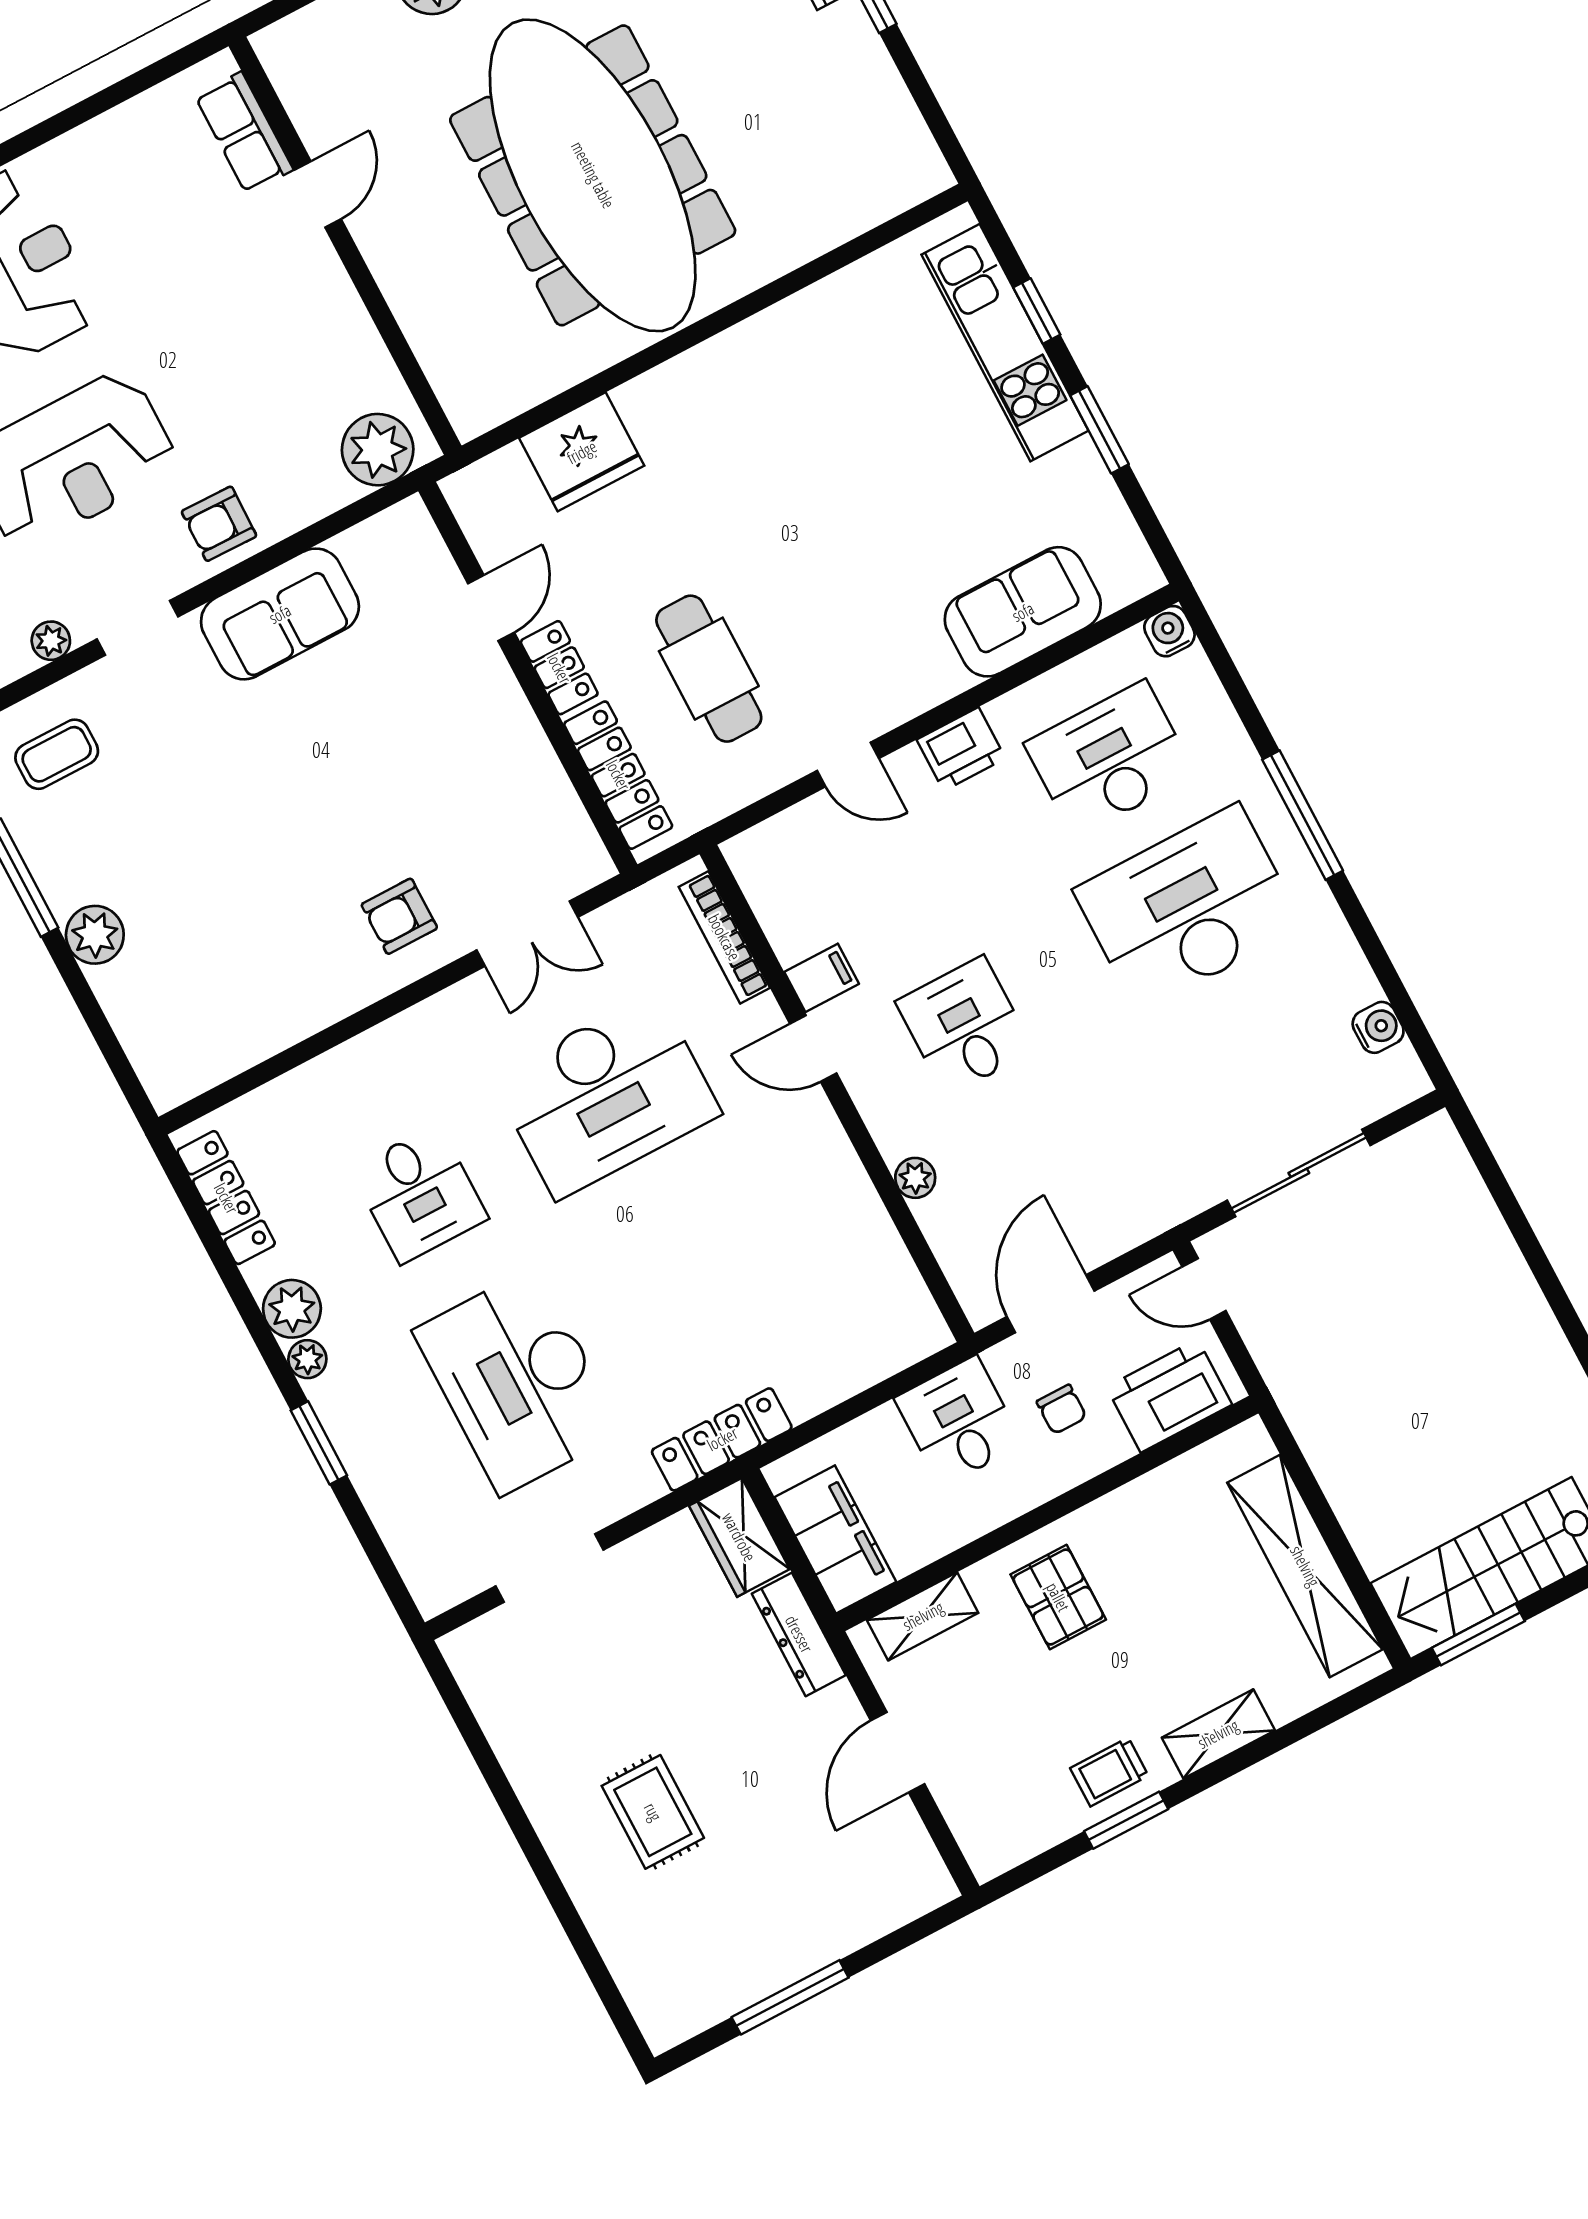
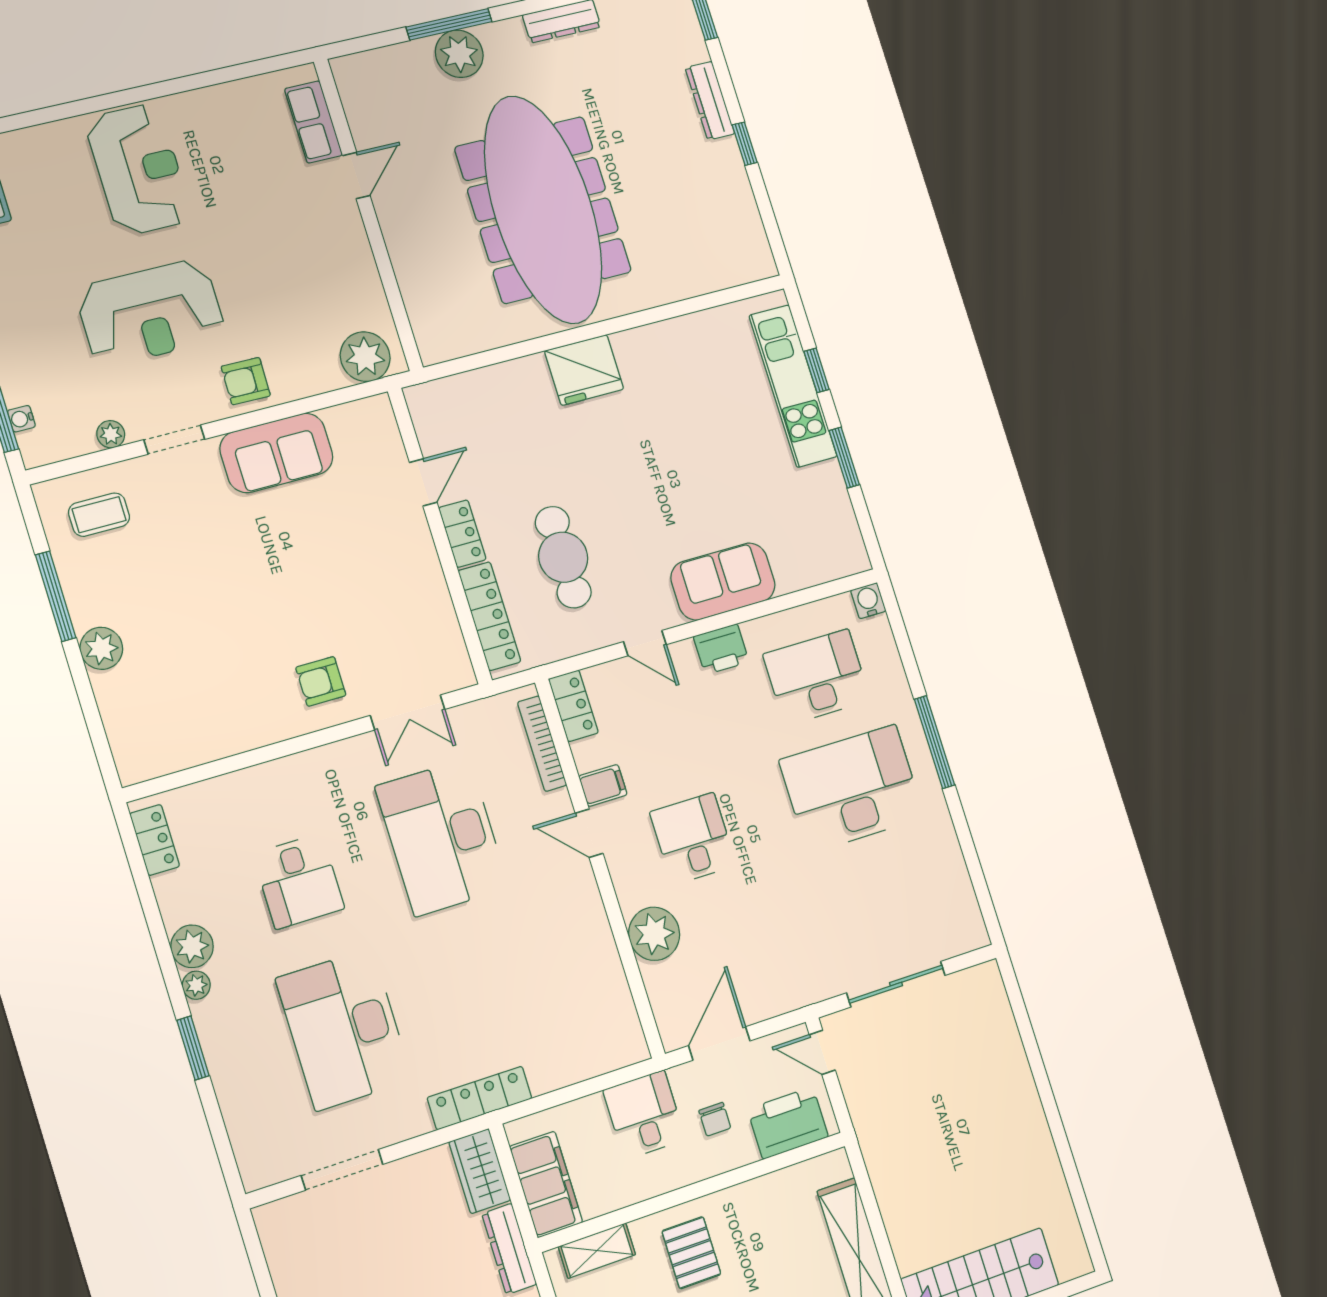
fridge: (582, 452) -> (584, 370), moved
sofa: (1023, 612) -> (723, 581), moved
locker: (760, 875) -> (573, 706), added
water cooler: (1378, 1027) -> (961, 895), removed
desk: (606, 1095) -> (442, 837), turned 90
plant: (915, 1178) -> (654, 934), width x1.87, depth x1.87
locker: (226, 1198) -> (155, 840), width x0.66

